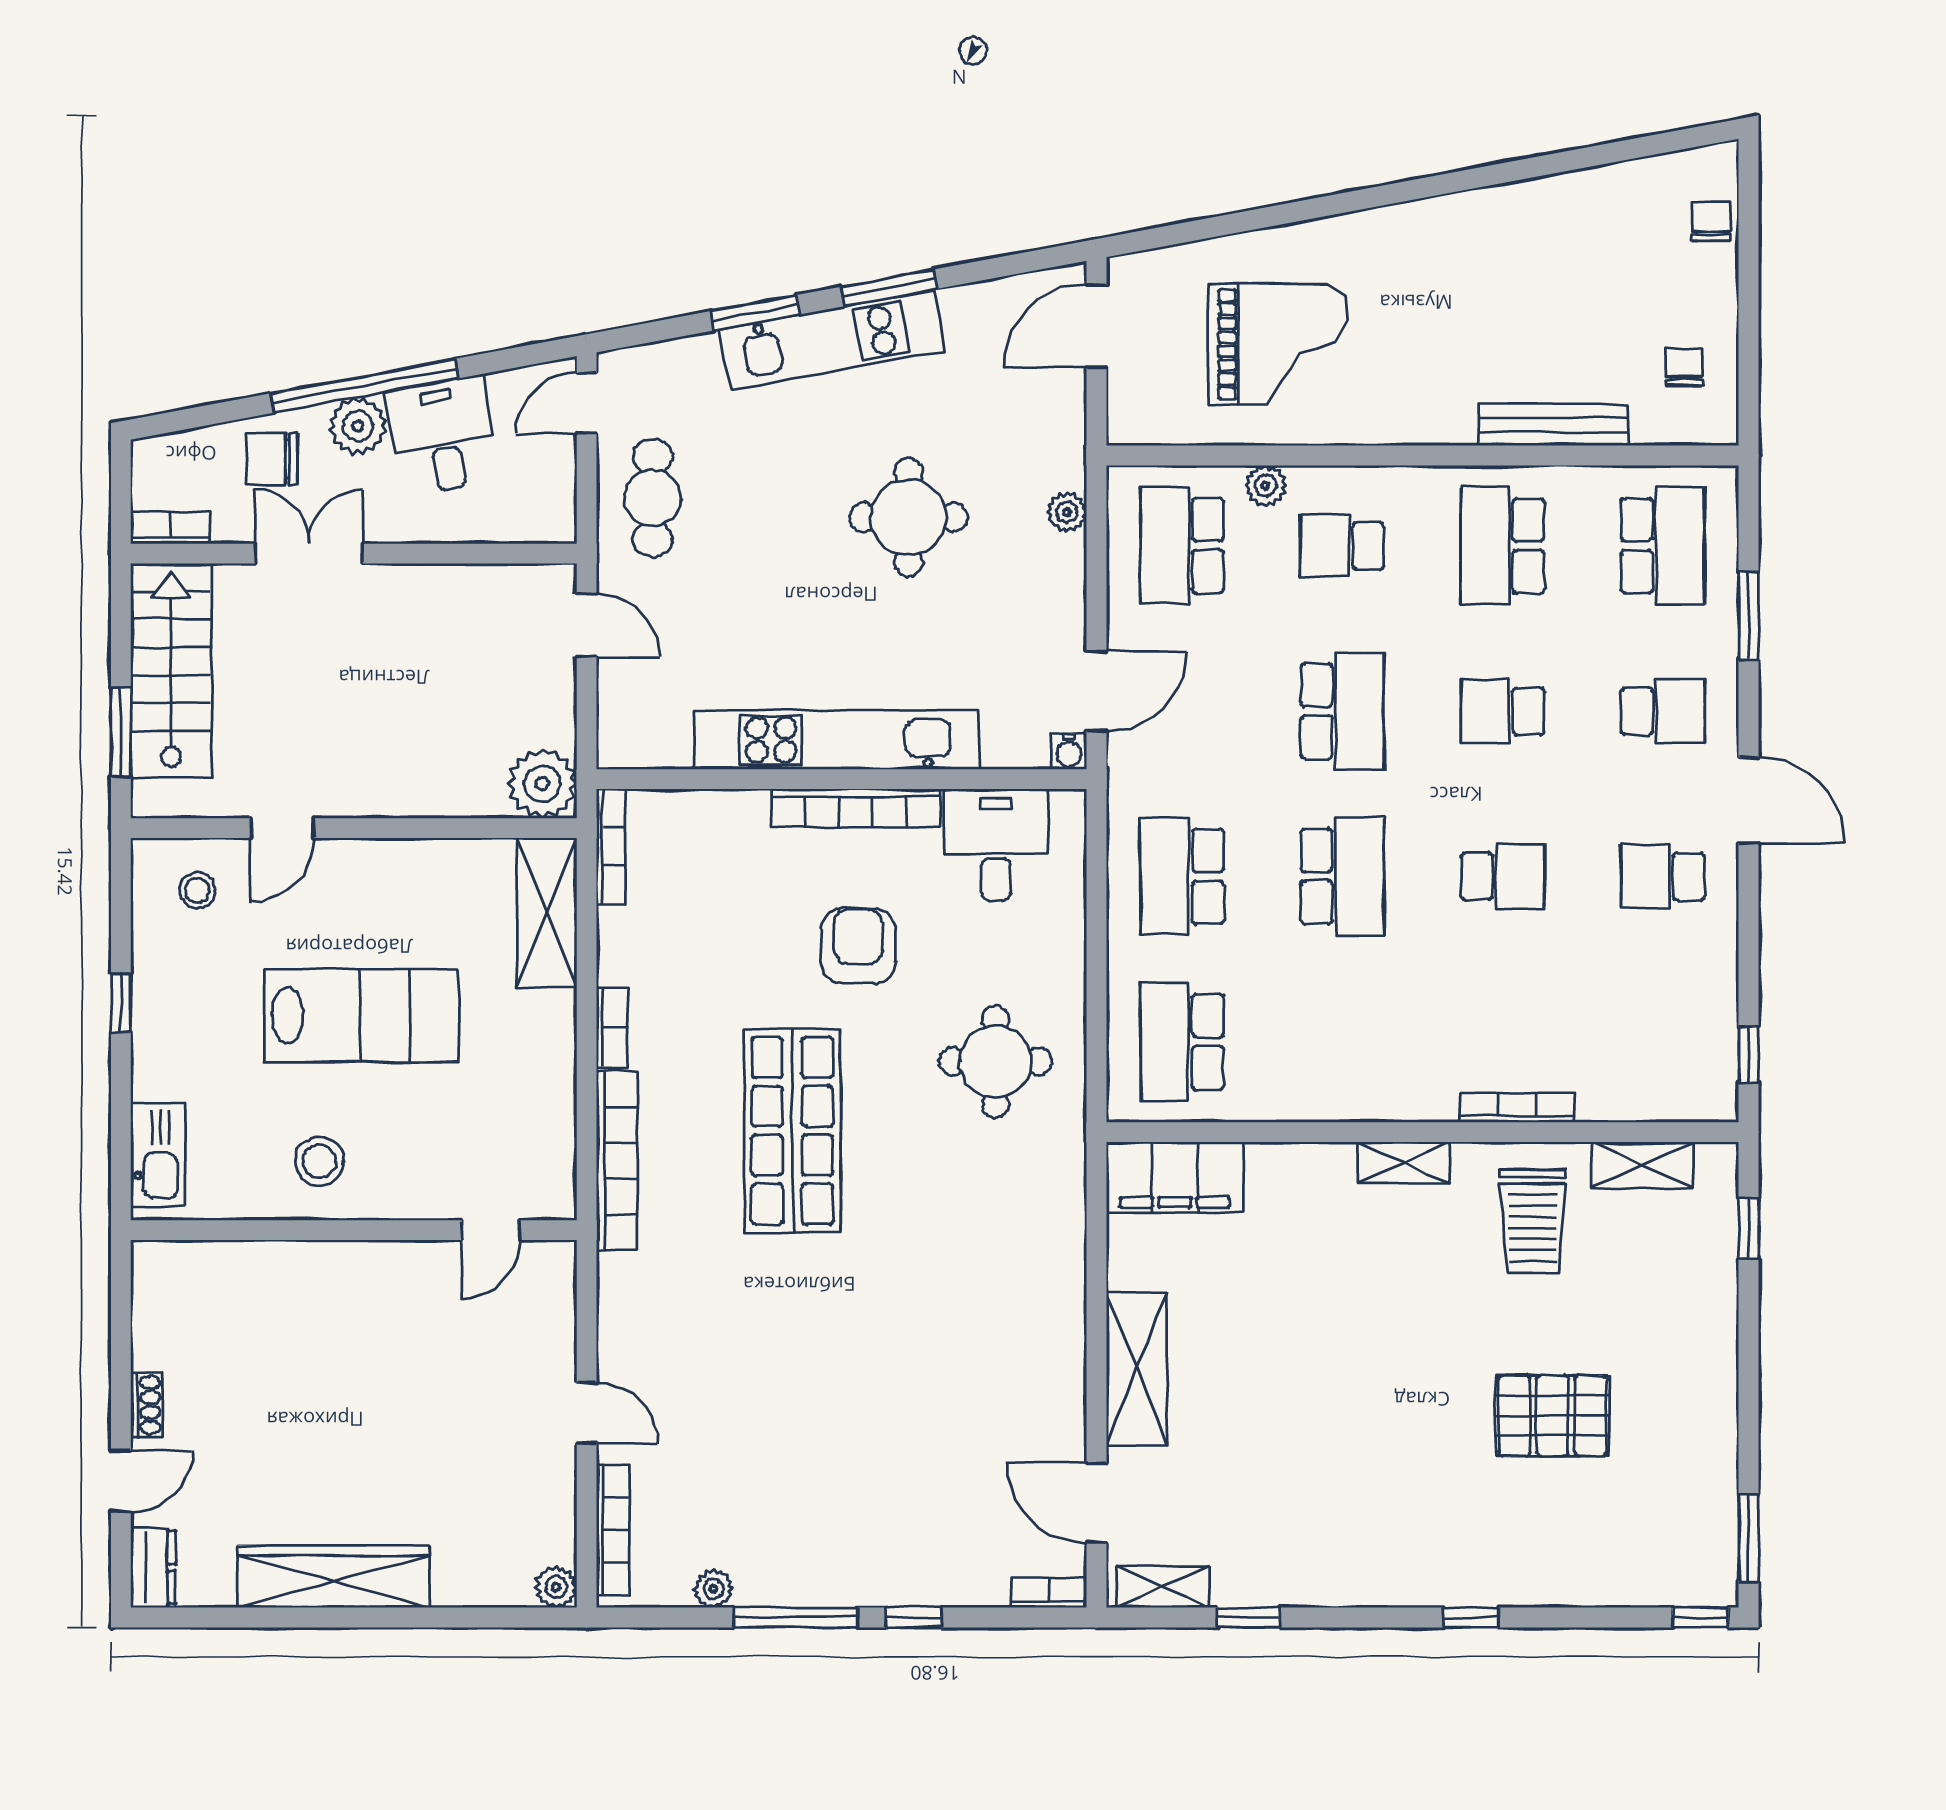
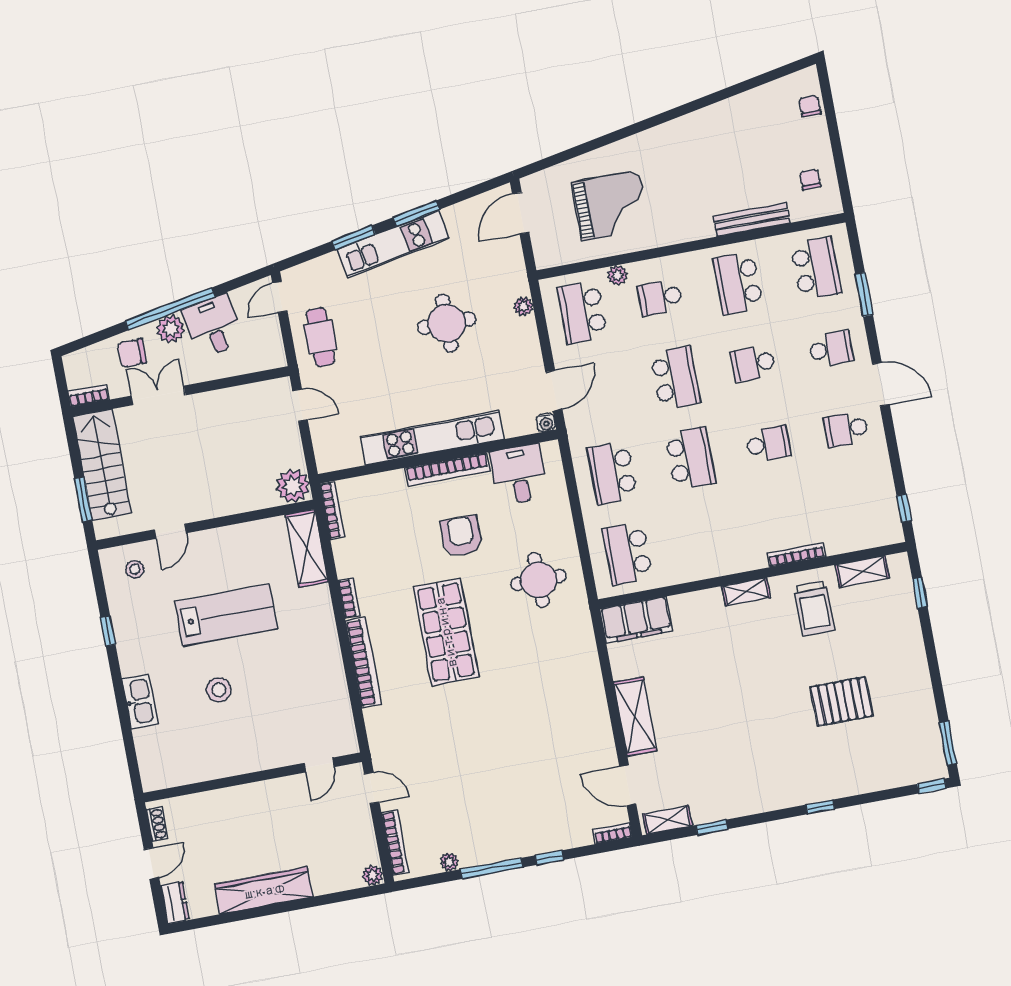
wall: (354, 1230) -> (253, 777), moved
door: (491, 1230) -> (319, 765), moved

